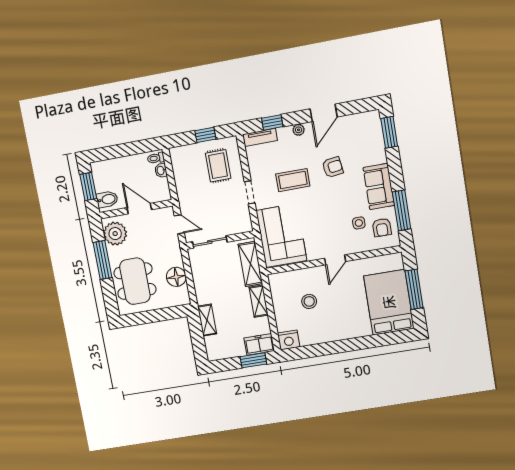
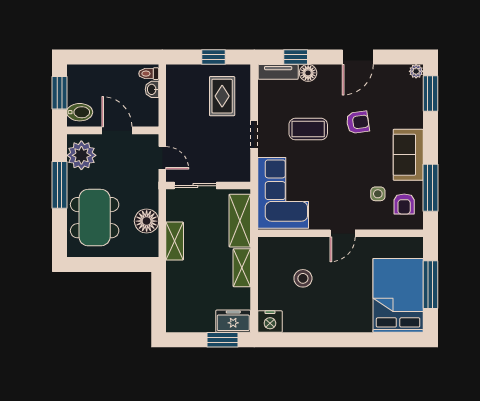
plant: (299, 130) -> (416, 71), moved
floor lamp: (285, 134) -> (308, 73), added
shelving: (207, 320) -> (175, 241), moved

